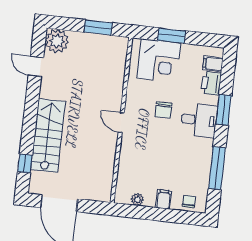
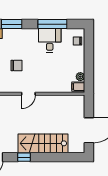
desk: (199, 120) -> (50, 40), moved
window: (25, 164) -> (24, 157), moved
filing cabinet: (164, 199) -> (78, 87), moved

